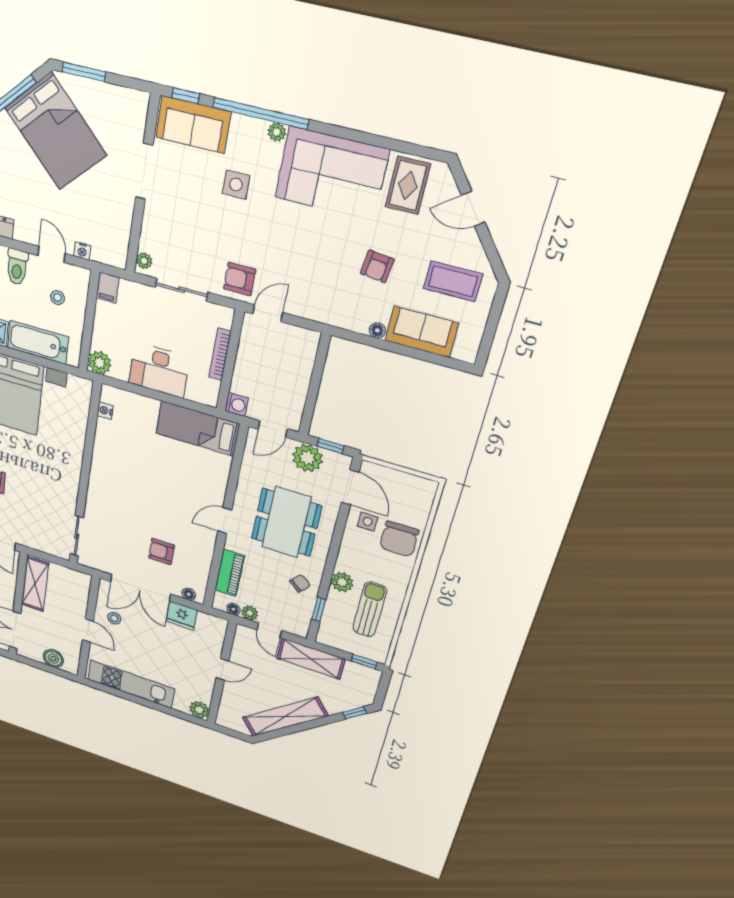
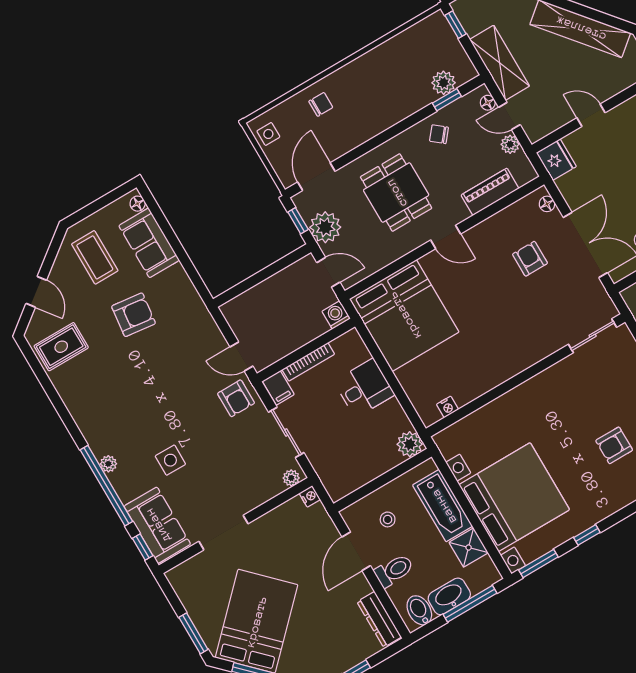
corner sofa: (332, 174) -> (101, 403), removed
nightstand: (82, 251) -> (310, 496), moved
door: (52, 254) -> (356, 551), width x1.38
armchair: (377, 266) -> (134, 315), width x1.38, depth x1.38
filing cabinet: (108, 288) -> (278, 388), moved, turned 90
floor lamp: (377, 330) -> (138, 204), moved
desk: (159, 370) -> (364, 388), width x0.73
bed: (198, 429) -> (404, 315), width x2.04
dining table: (286, 522) -> (396, 193), width x0.73
side table: (368, 522) -> (268, 134), moved
chair: (399, 539) -> (321, 104), width x0.54, depth x0.54
armchair: (161, 552) -> (530, 259), turned 180
plant: (342, 582) -> (444, 83), moved
floor lamp: (233, 609) -> (488, 103), moved
sun lounger: (370, 609) -> (404, 66), removed
fridge: (182, 616) -> (556, 160), moved
door: (269, 630) -> (509, 116), swing flipped

